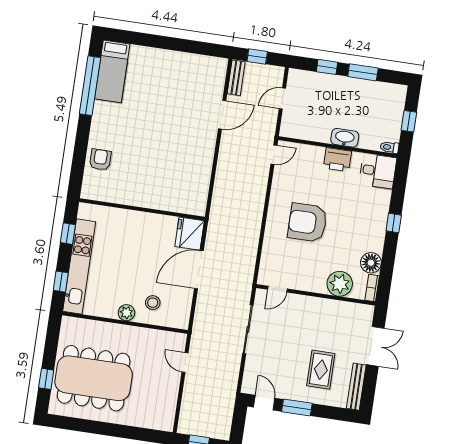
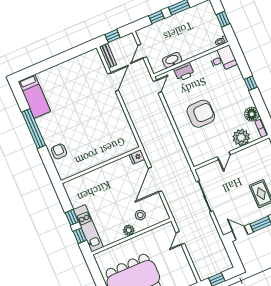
window: (90, 86) -> (34, 129), moved
washbasin: (345, 138) -> (172, 60), moved
printer: (337, 160) -> (184, 72), moved
armchair: (307, 223) -> (201, 114), turned 180
window: (68, 234) -> (72, 217), moved
fridge: (190, 234) -> (137, 157), width x0.53, depth x0.75
kitchen unit: (79, 267) -> (88, 228), width x0.73
door: (277, 289) -> (224, 156), moved
door: (185, 363) -> (180, 238), hinge flipped

